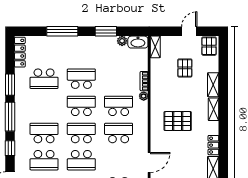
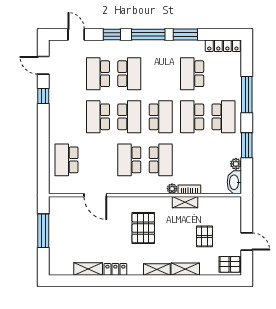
shelving: (155, 47) -> (185, 202), moved
school desk: (81, 52) -> (224, 117), added
pallet: (185, 68) -> (205, 236), turned 90
school desk: (81, 79) -> (192, 117), turned 180
school desk: (119, 133) -> (129, 160), turned 180

